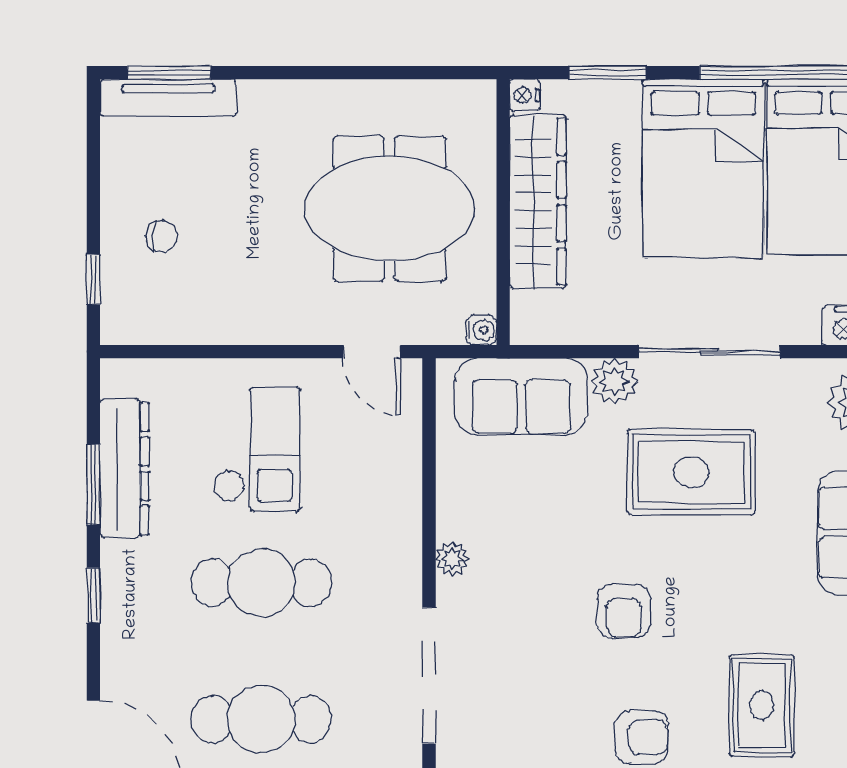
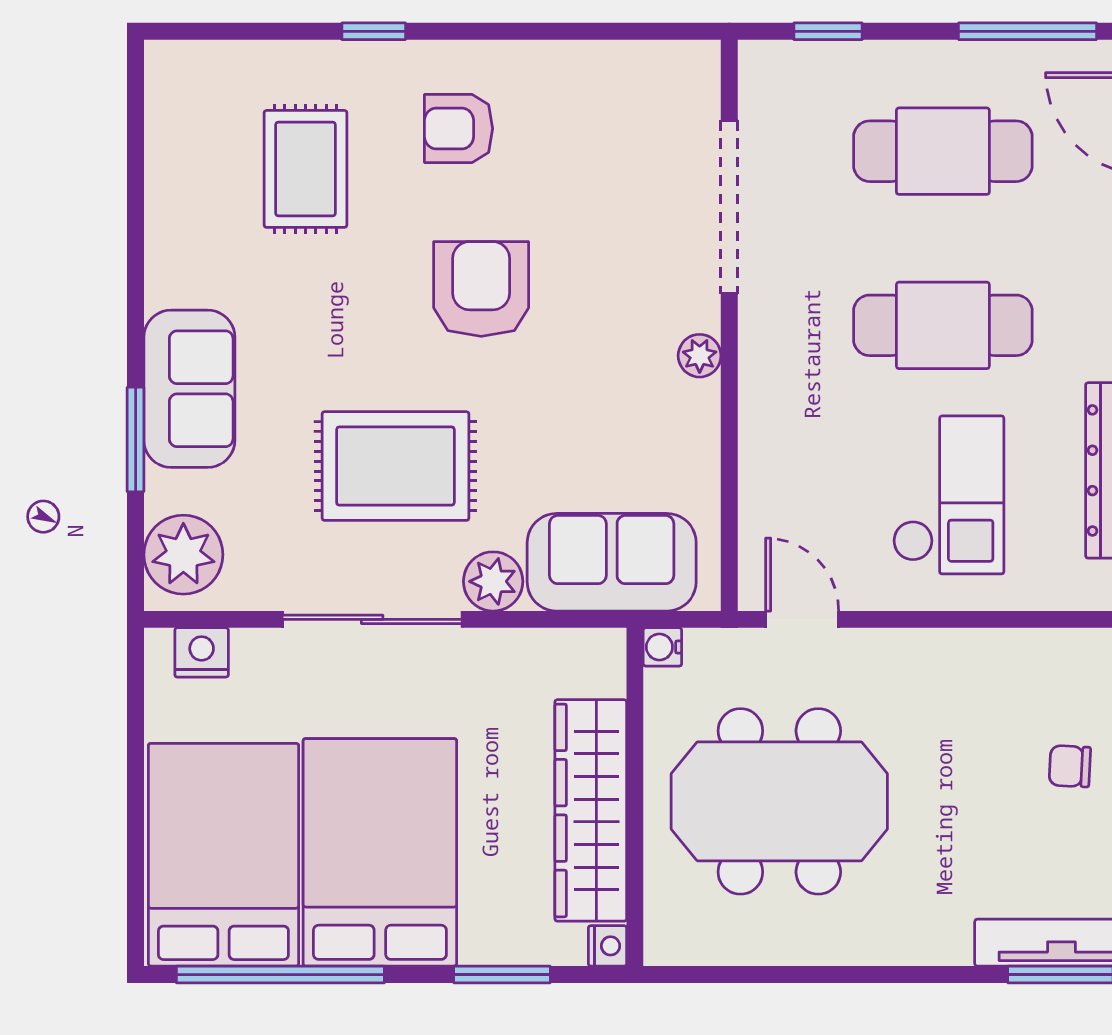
checkout: (257, 449) -> (948, 495), turned 180
armchair: (624, 611) -> (481, 289), width x1.38, depth x1.38

